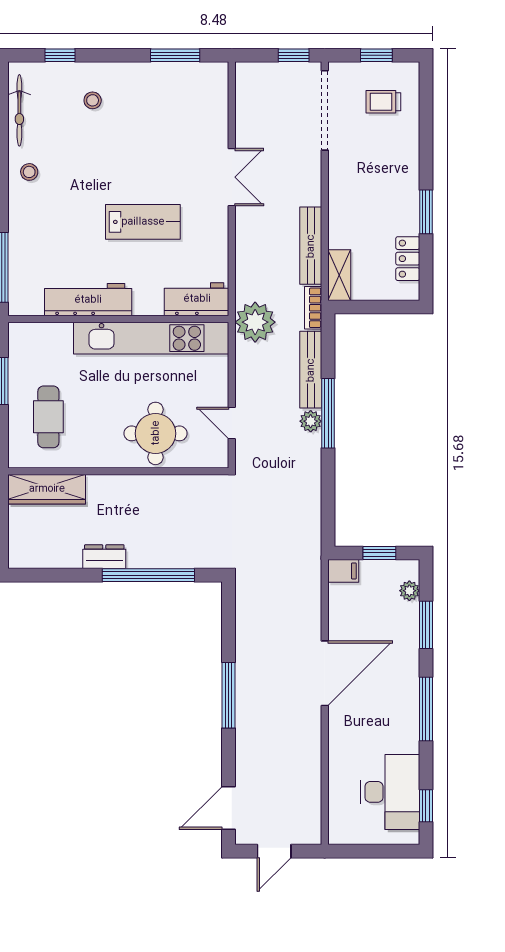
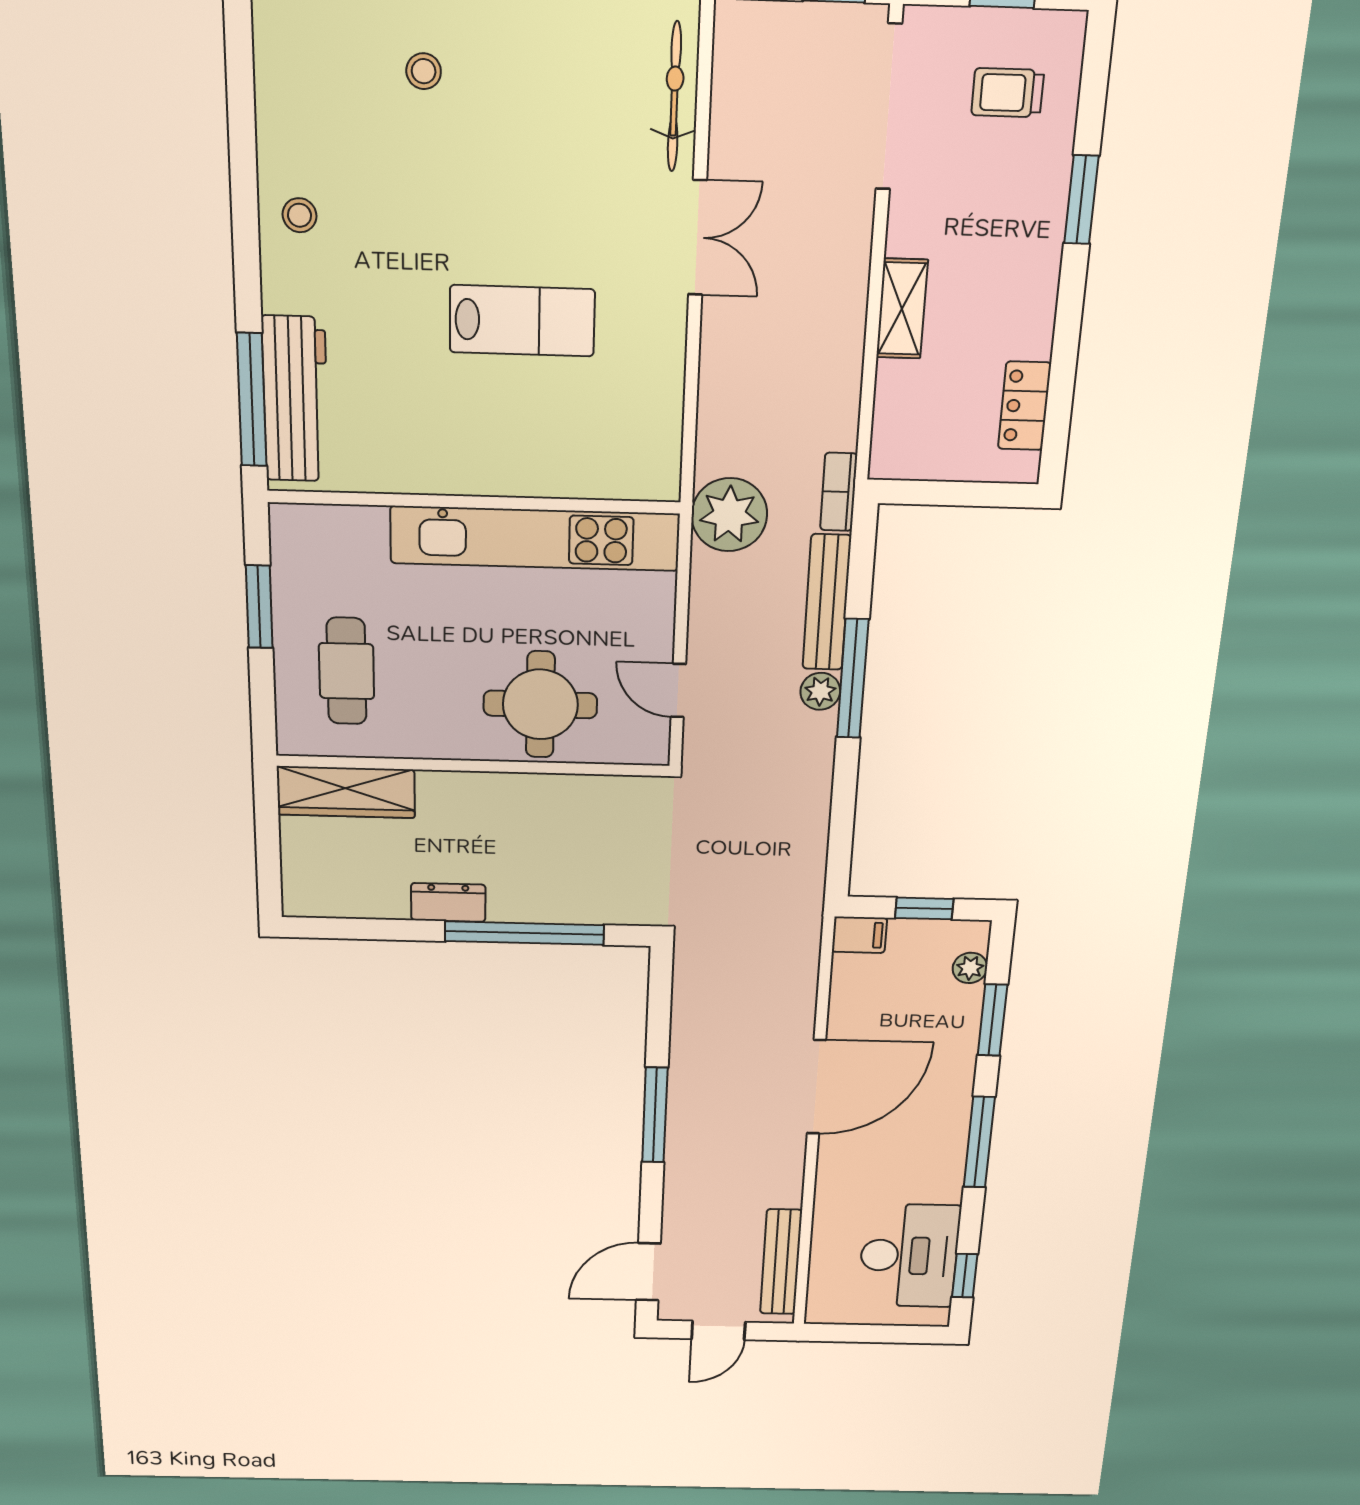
bicycle: (19, 110) -> (674, 97), moved, turned 180
window: (426, 212) -> (1081, 200), moved
bench: (311, 246) -> (781, 1262), moved
shelving: (339, 275) -> (902, 309), moved
workbench: (197, 299) -> (621, 470), removed
workbench: (88, 300) -> (295, 399), moved, turned 90

